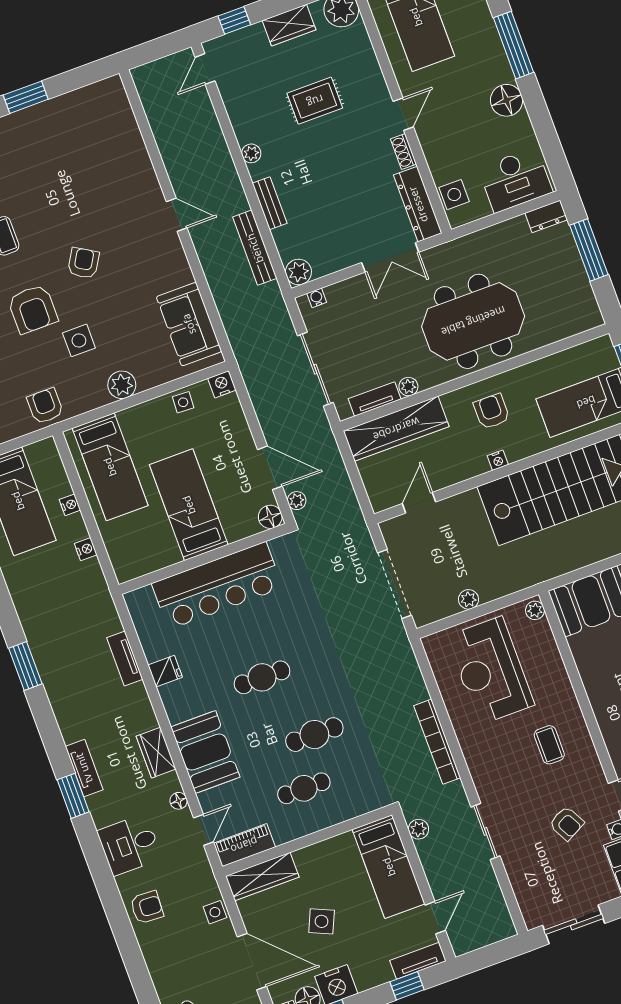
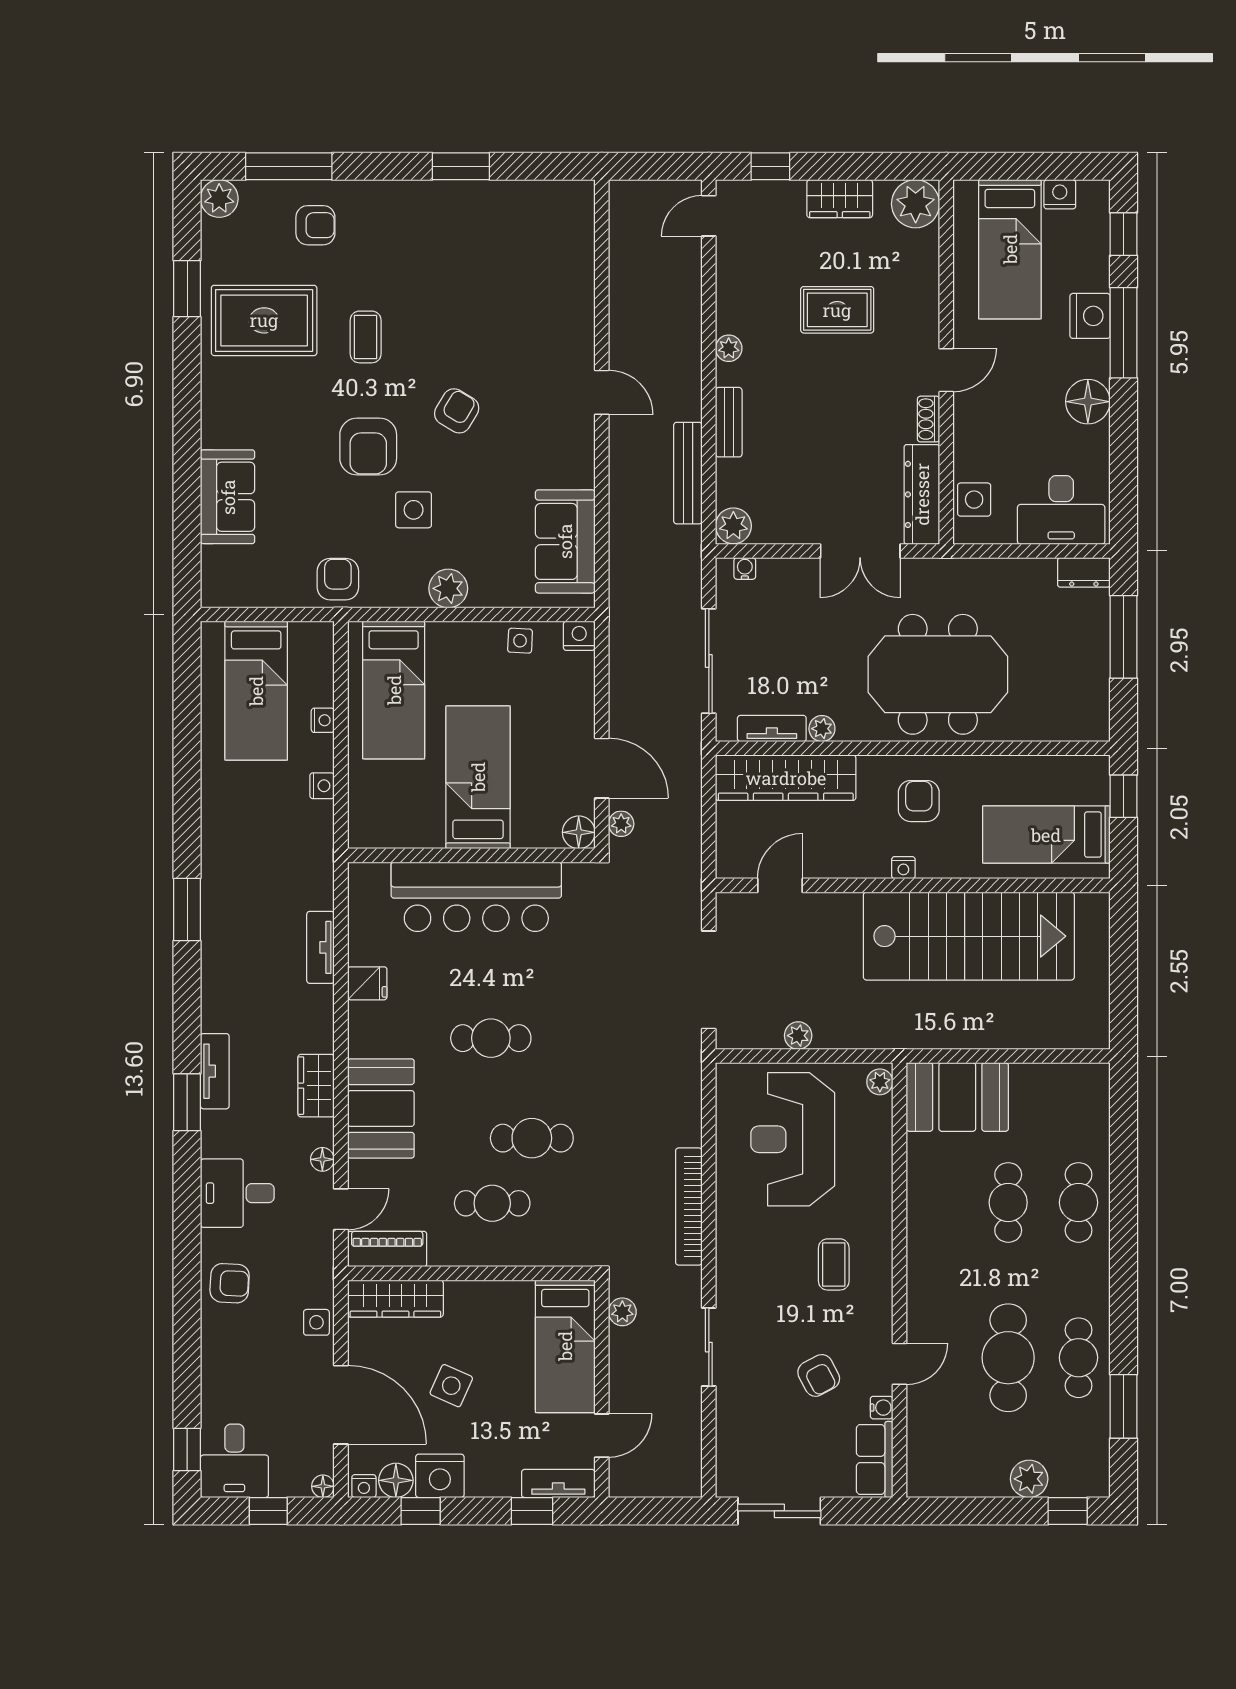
nightstand: (487, 42) -> (1090, 316), added

